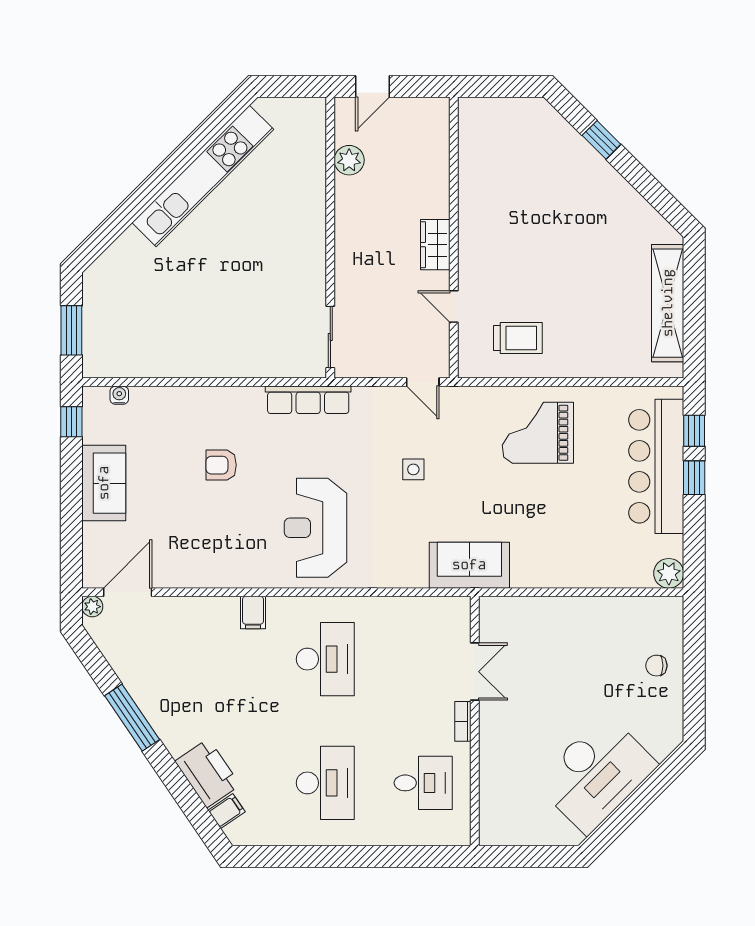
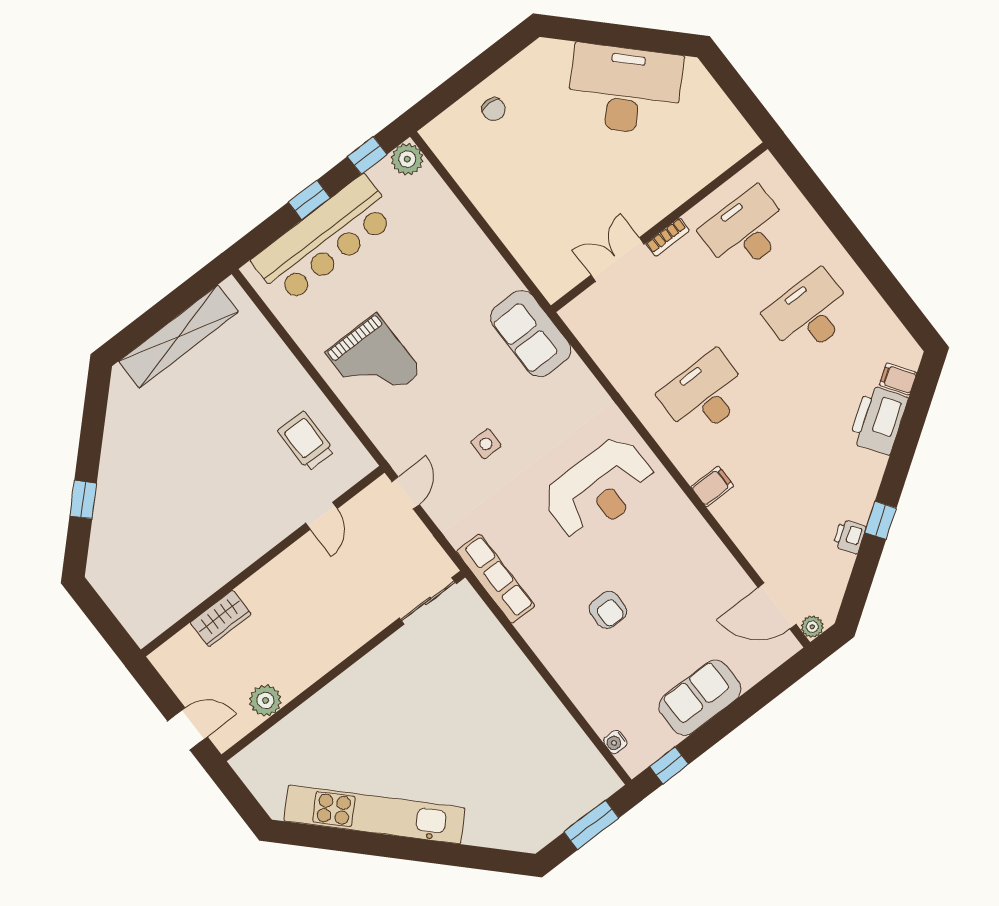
wardrobe: (435, 245) -> (221, 618), moved
window: (694, 431) -> (367, 155), moved
printer: (138, 685) -> (849, 537), added
window: (132, 718) -> (880, 520), width x0.46
desk: (423, 783) -> (746, 231), width x1.37

